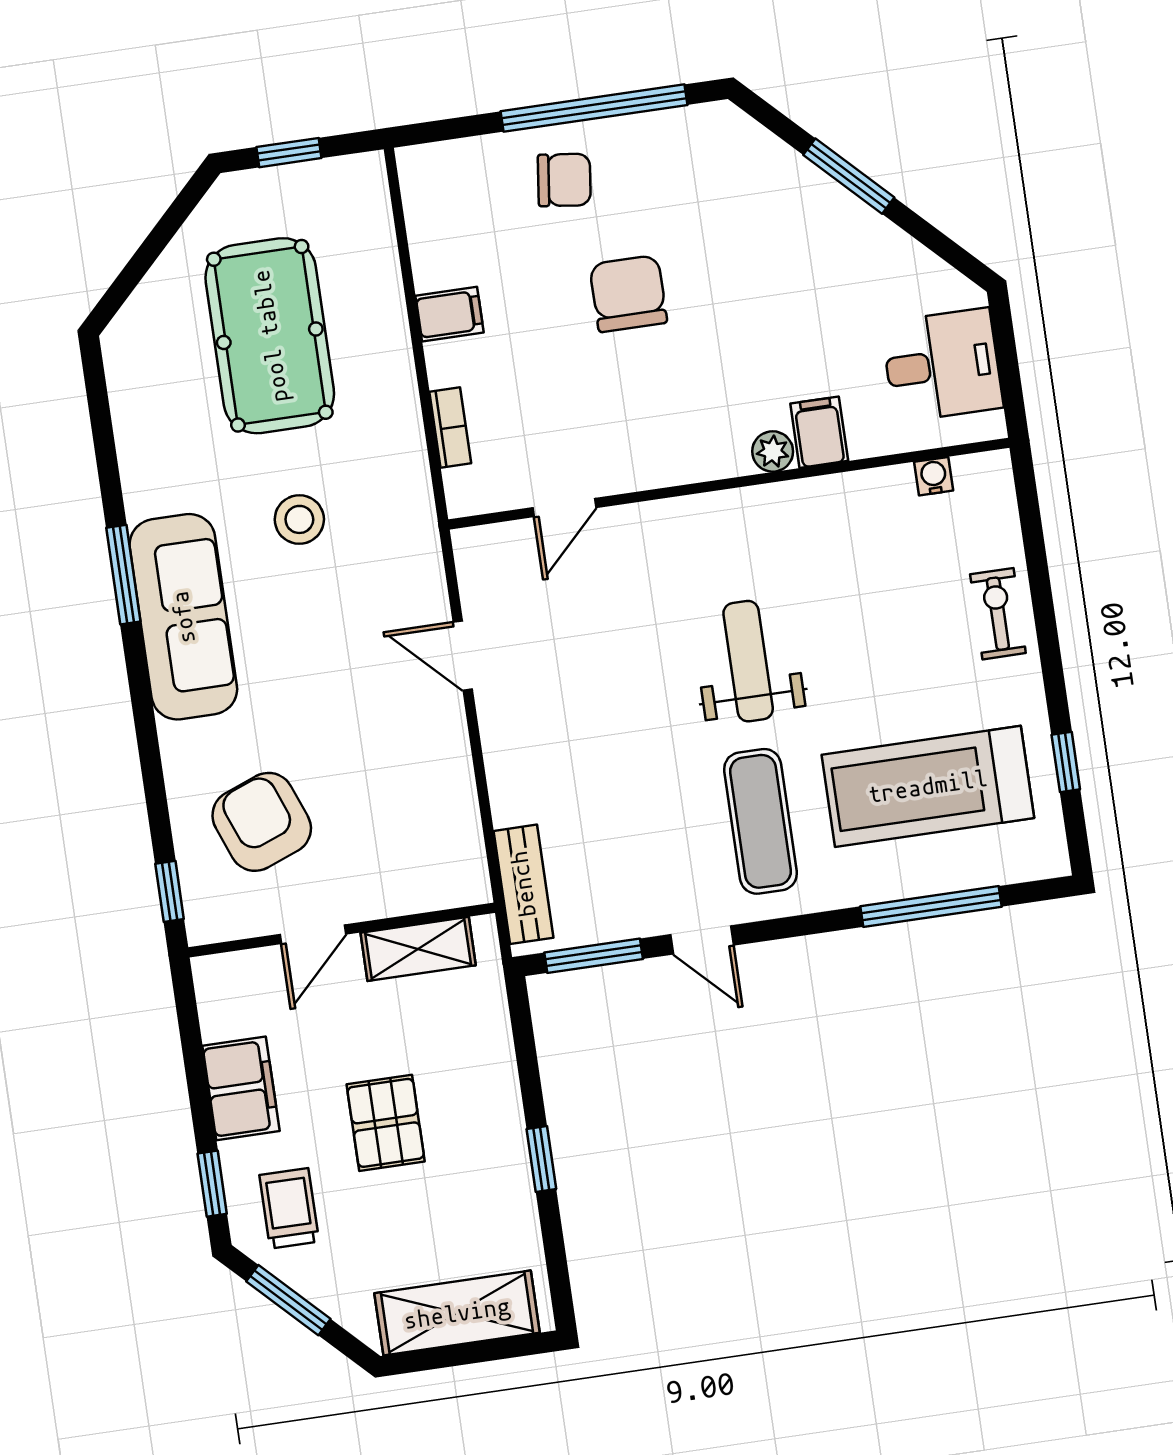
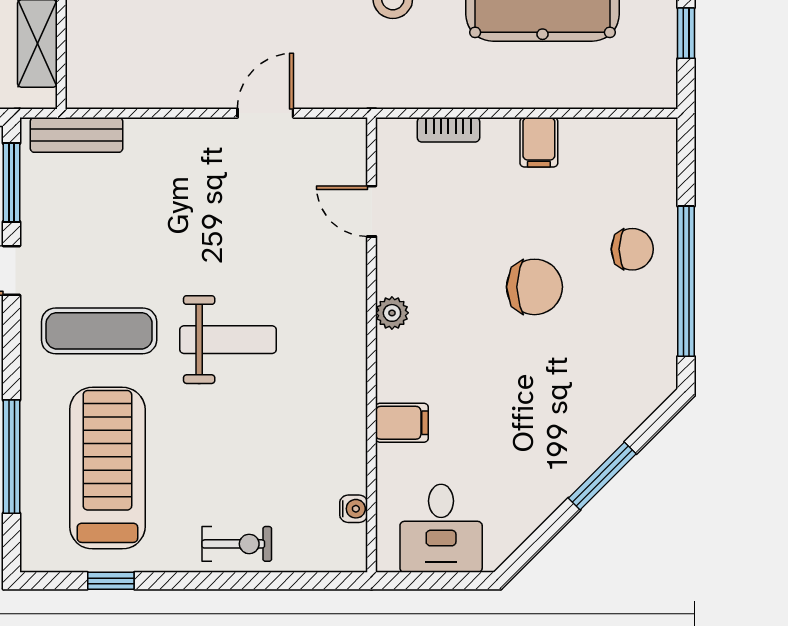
chair: (564, 180) -> (632, 249), turned -97
plant: (773, 451) -> (392, 313), moved

